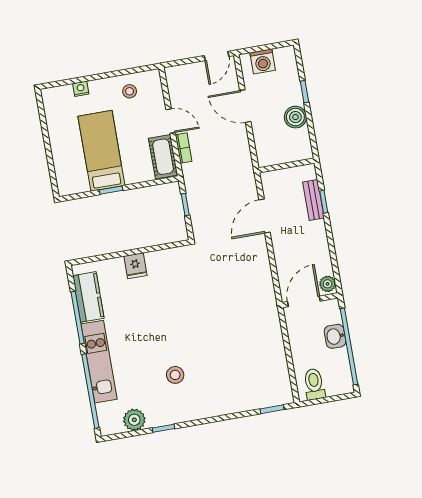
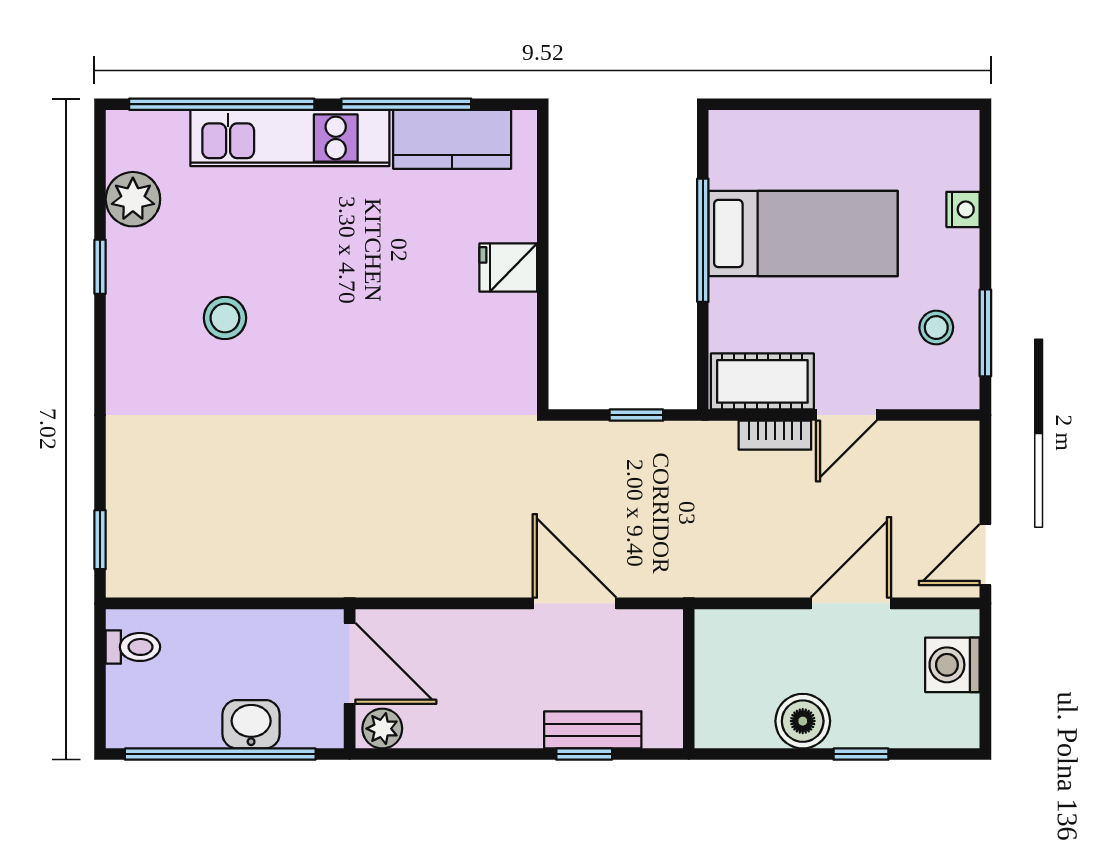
door: (217, 56) -> (985, 555), hinge flipped
window: (128, 71) -> (985, 333), added
window: (111, 190) -> (703, 240), width x2.17
toilet: (314, 384) -> (133, 647), width x0.73, depth x0.72

